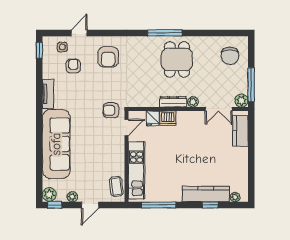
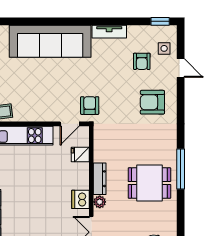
armchair: (73, 66) -> (142, 61), turned 90
dishwasher: (168, 118) -> (80, 199), moved
door: (127, 127) -> (70, 124), hinge flipped

